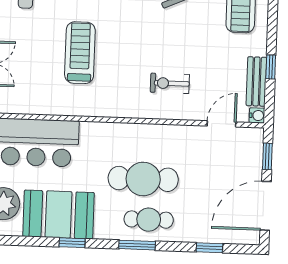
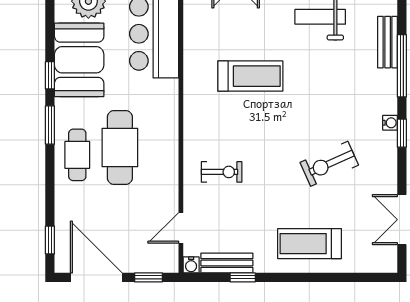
exercise bike: (170, 83) -> (222, 172), turned 90
door: (222, 124) -> (181, 228), swing flipped
window: (137, 245) -> (50, 125), moved
window: (209, 248) -> (50, 240), moved

